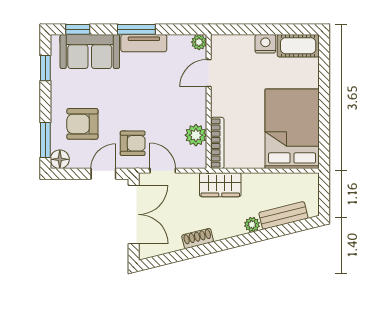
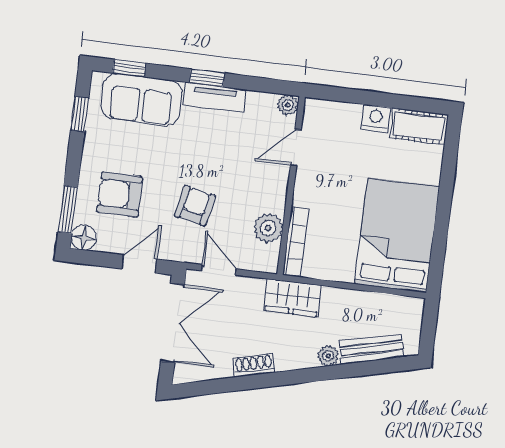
window: (136, 29) -> (207, 78), width x0.67
armchair: (133, 143) -> (195, 206), moved, turned -78

